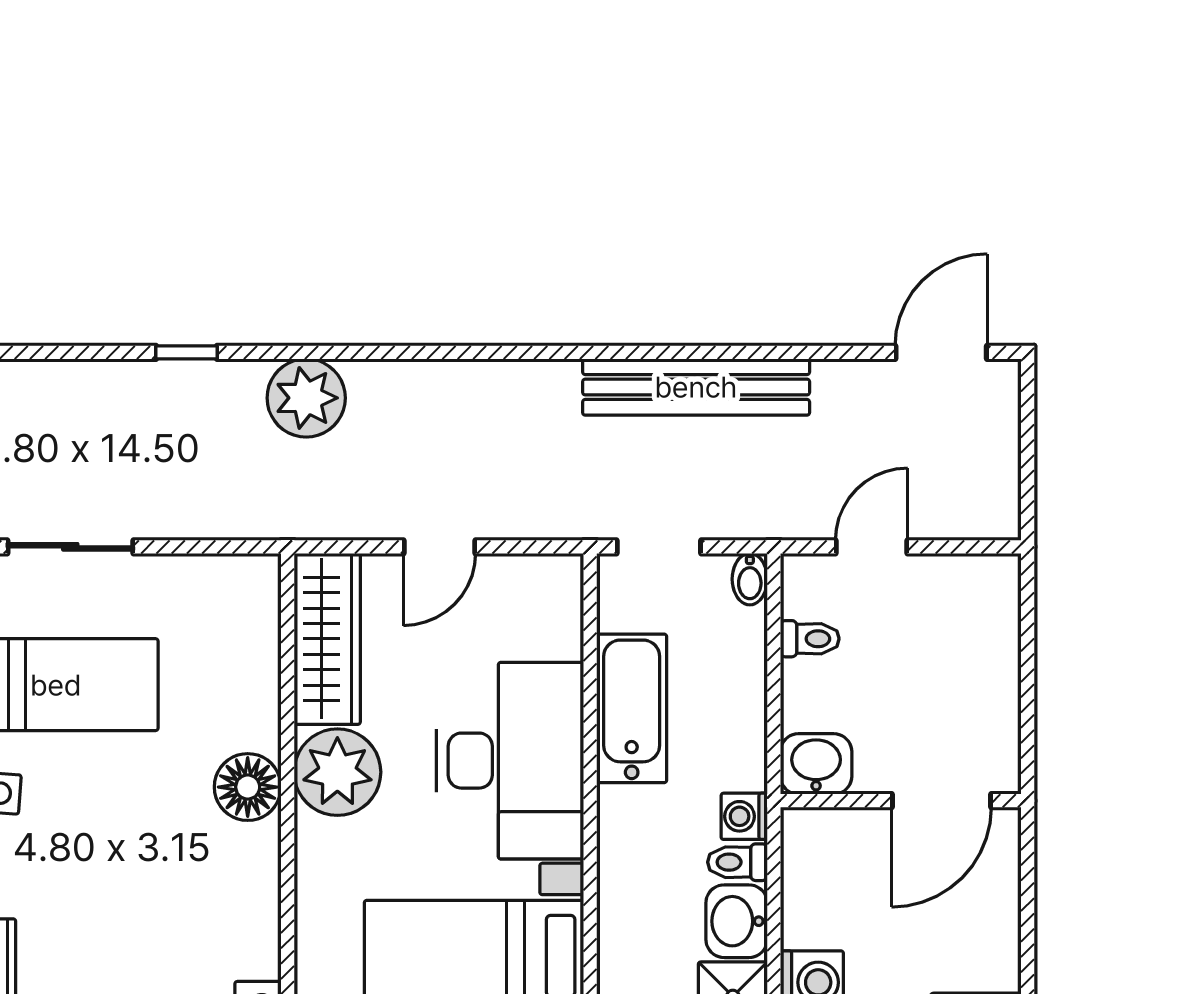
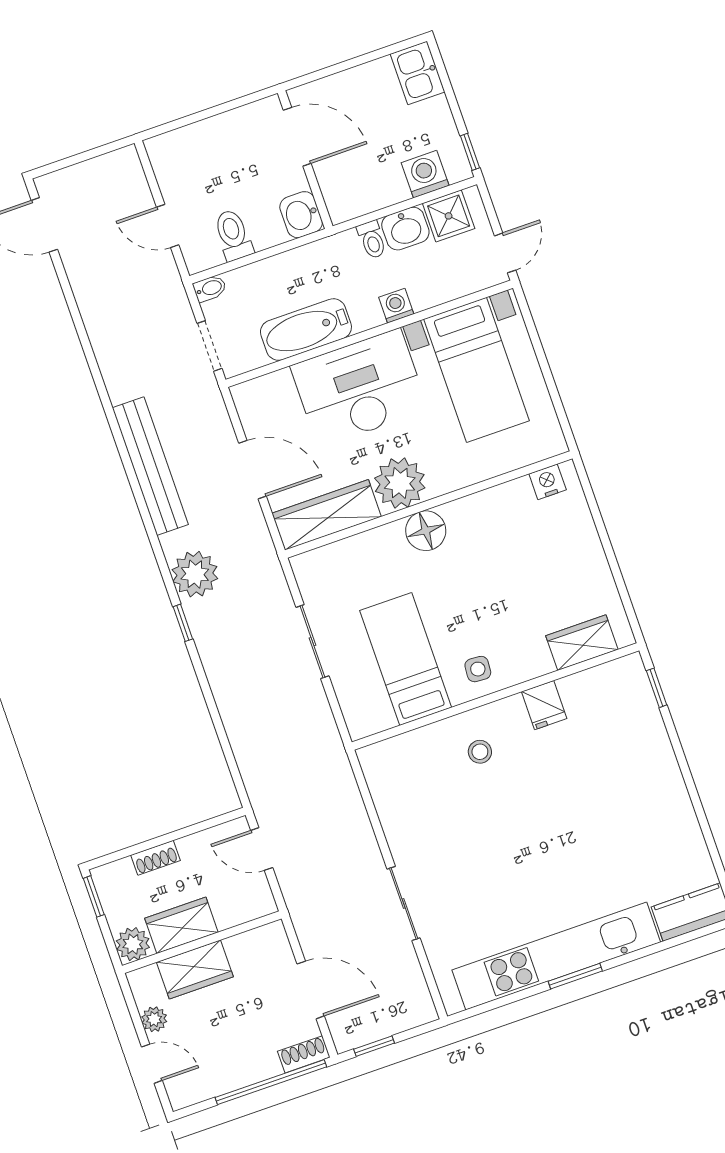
window: (187, 352) -> (183, 623), moved
bench: (696, 387) -> (150, 466), moved
sliding door: (70, 547) -> (312, 642), moved
door: (439, 547) -> (253, 470), width x1.38
toilet: (810, 639) -> (233, 235), width x1.37, depth x1.39
washing machine: (744, 816) -> (396, 306), moved, turned 180

